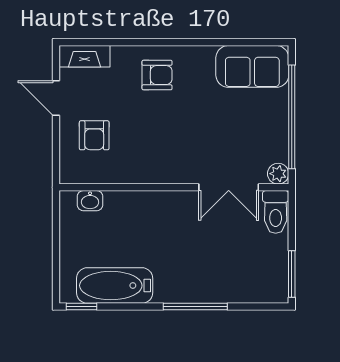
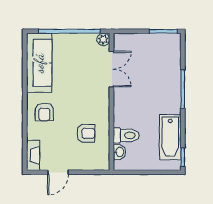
sofa: (252, 66) -> (39, 63), width x1.36
armchair: (157, 75) -> (44, 112), turned 180
armchair: (94, 135) -> (86, 133), moved
toilet: (276, 212) -> (126, 135), moved

